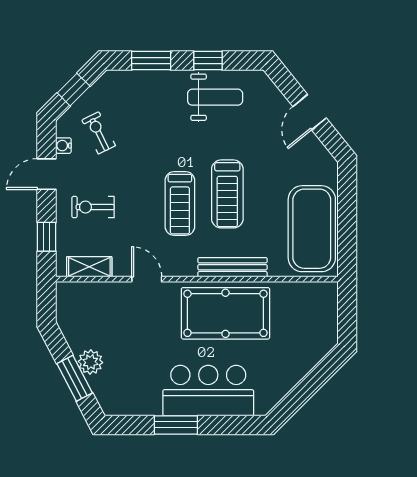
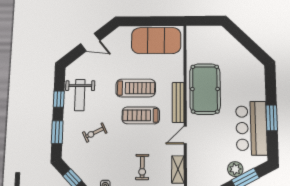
weight bench: (215, 97) -> (80, 95), turned 180
exercise bike: (99, 133) -> (95, 133), moved
treadmill: (180, 203) -> (141, 115), turned 180
bench: (232, 267) -> (178, 102), moved
bar counter: (208, 391) -> (251, 128), moved

